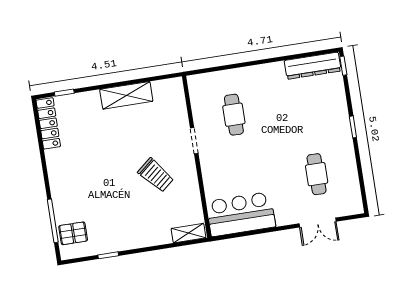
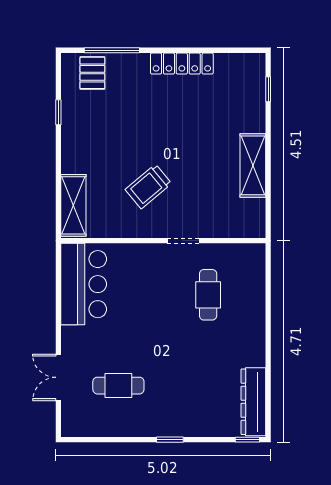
cafe table: (234, 115) -> (208, 295), turned 90
locker: (48, 123) -> (182, 64), moved
shelving: (189, 233) -> (73, 205), width x1.50, depth x1.33

